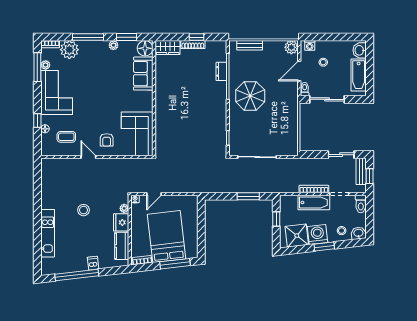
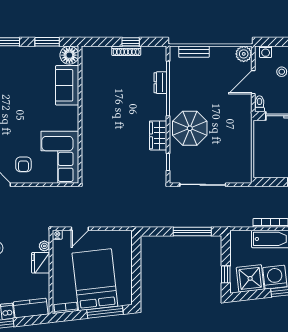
plant: (113, 45) -> (32, 51), removed
wardrobe: (168, 48) -> (158, 135), moved, turned 90
parasol: (250, 96) -> (190, 128), moved
window: (248, 196) -> (192, 231), width x1.44
window: (276, 219) -> (226, 274), moved
kitchen counter: (122, 246) -> (31, 308), moved, turned 83

